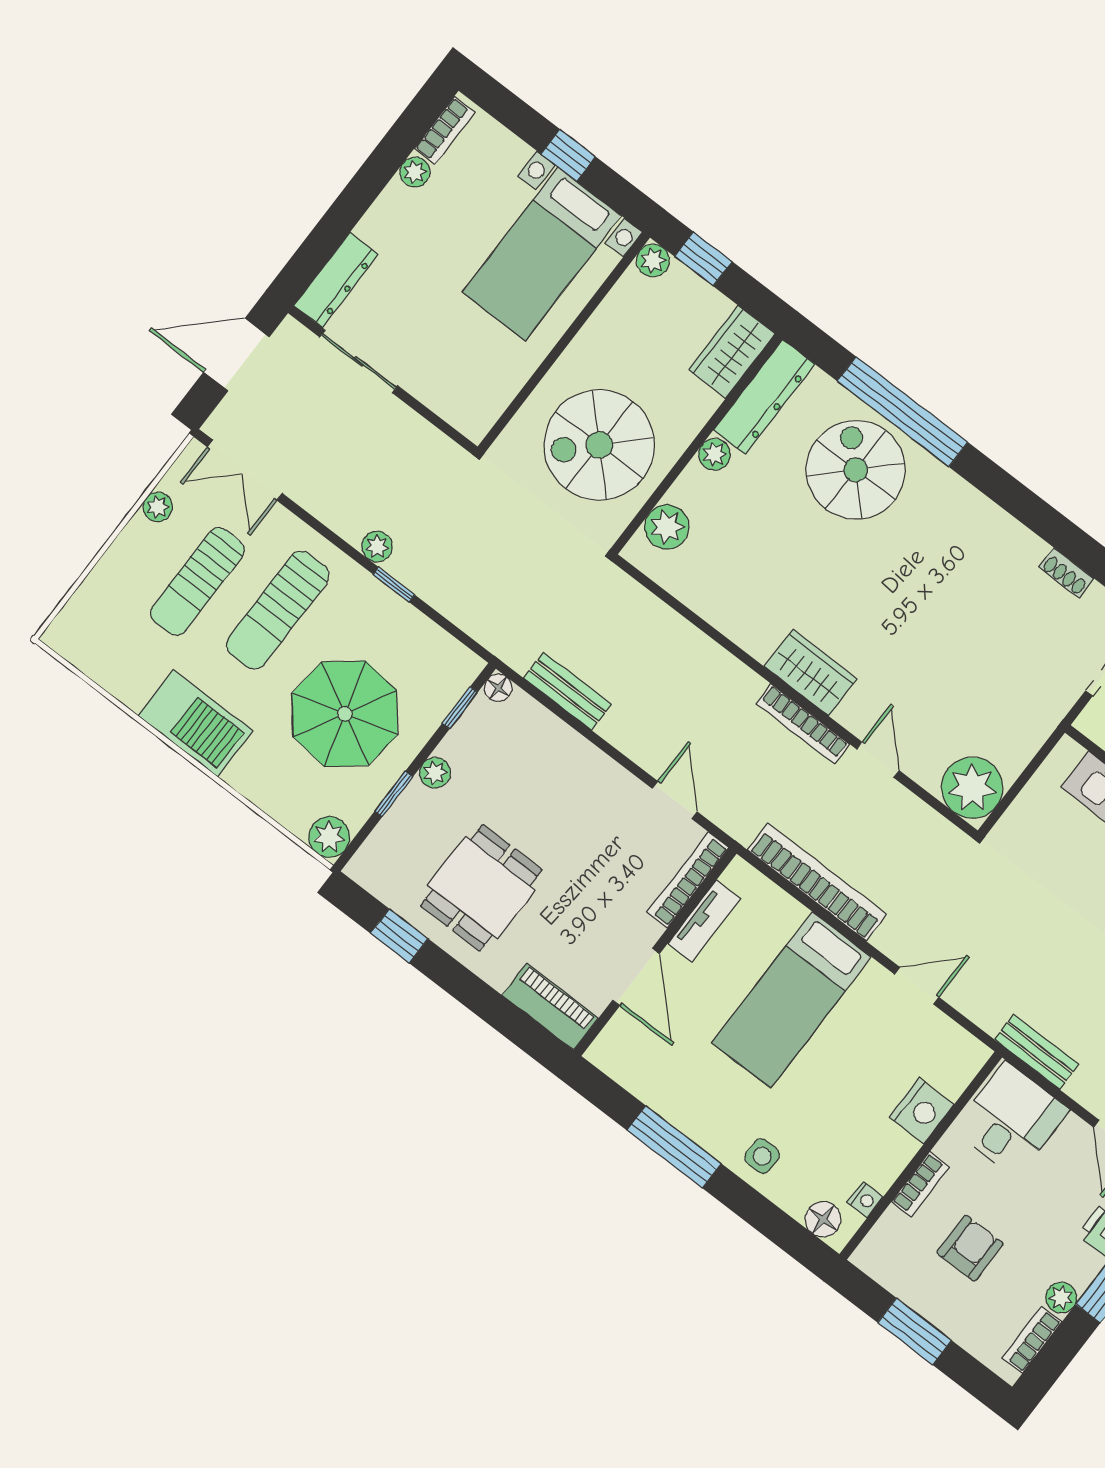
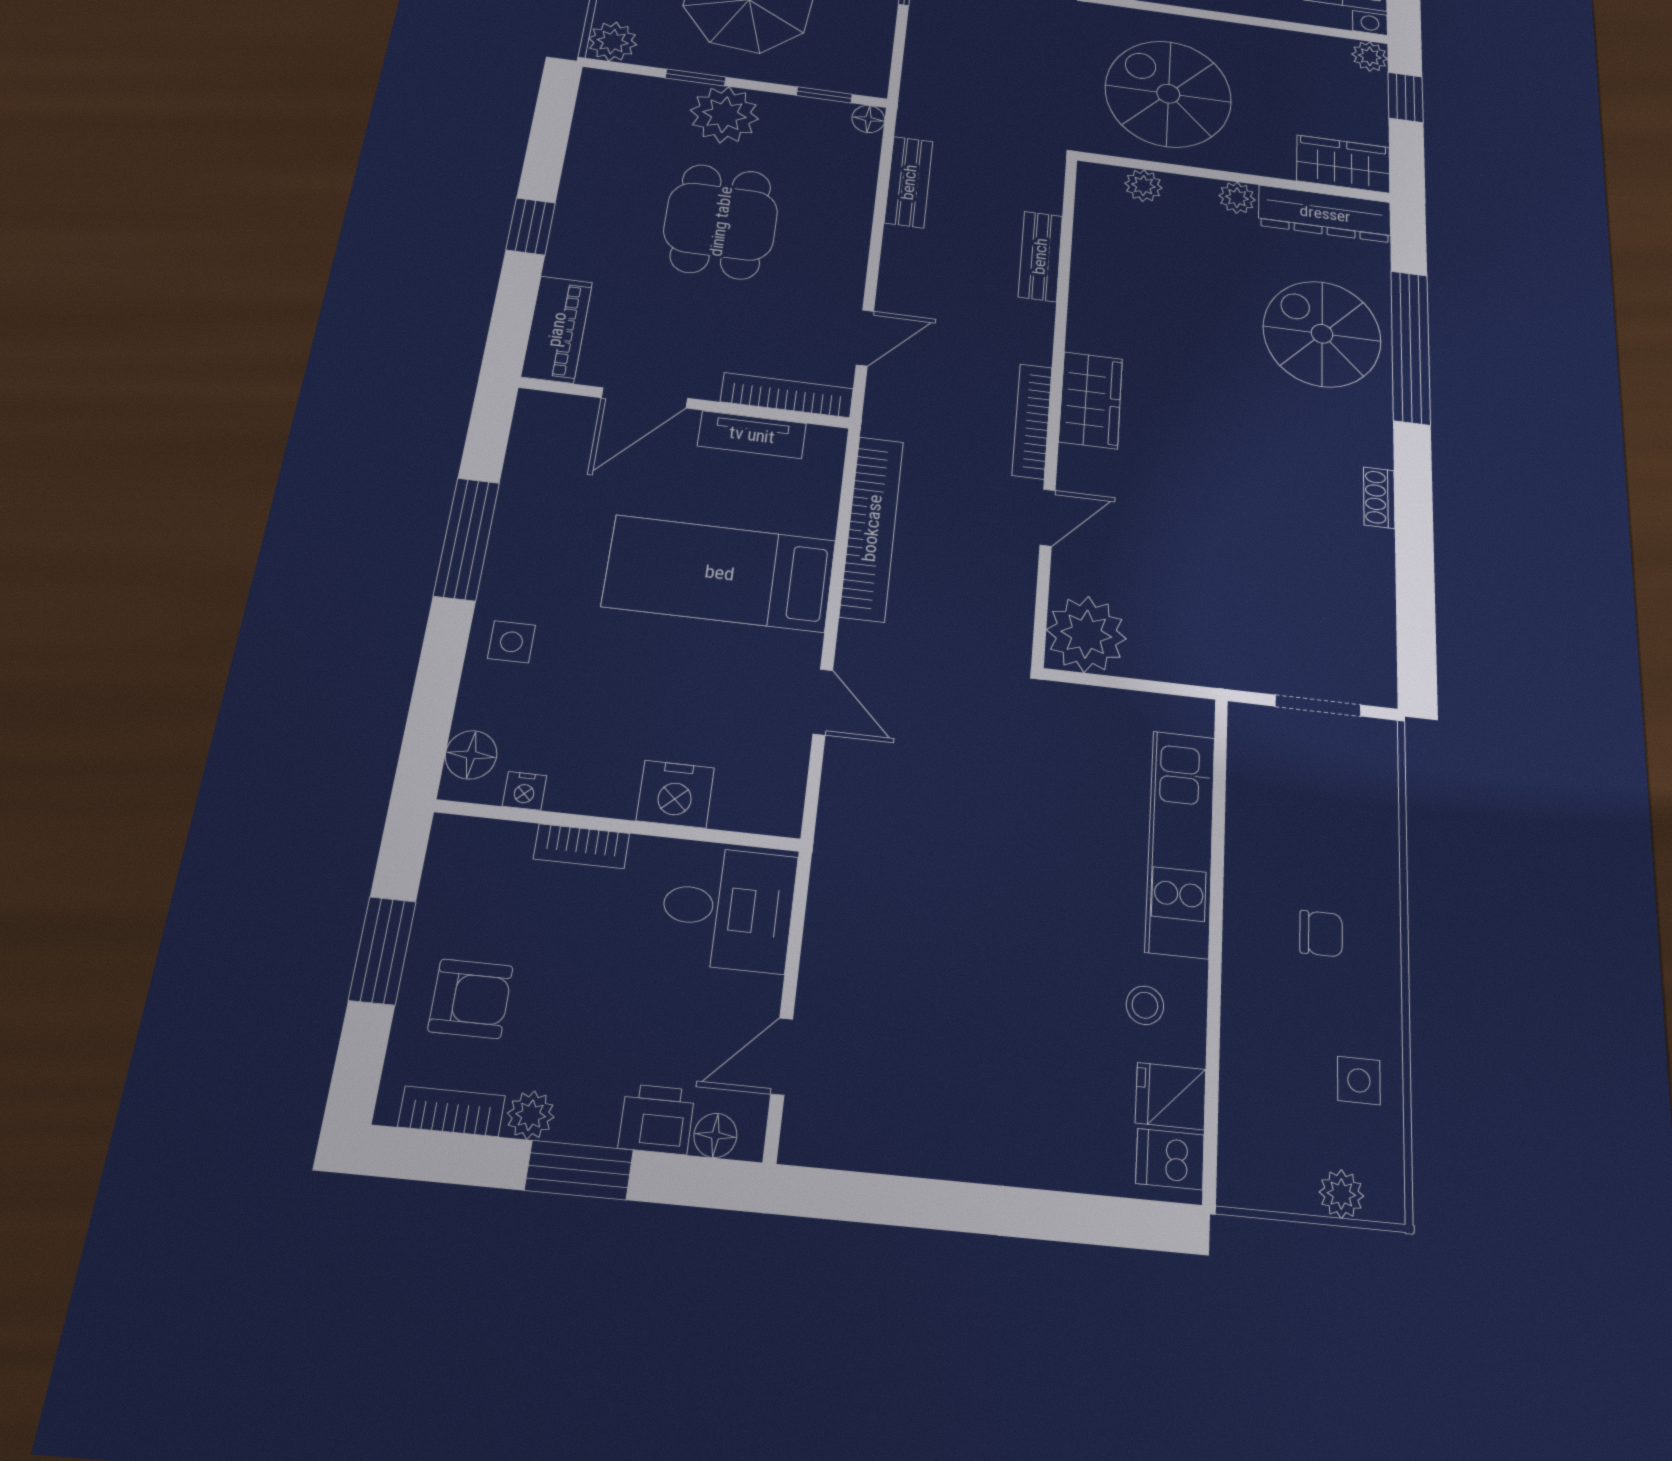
spiral stairs: (856, 470) -> (1322, 334), turned -90
plant: (667, 527) -> (1143, 186), width x0.73, depth x0.73
shoe rack: (1066, 573) -> (1379, 498), moved
plant: (435, 773) -> (724, 115), width x1.87, depth x1.87
dining table: (481, 888) -> (721, 221), moved, turned 90
window: (399, 936) -> (531, 226), moved
bench: (1037, 1052) -> (1040, 256), moved
armchair: (970, 1248) -> (471, 999), moved

